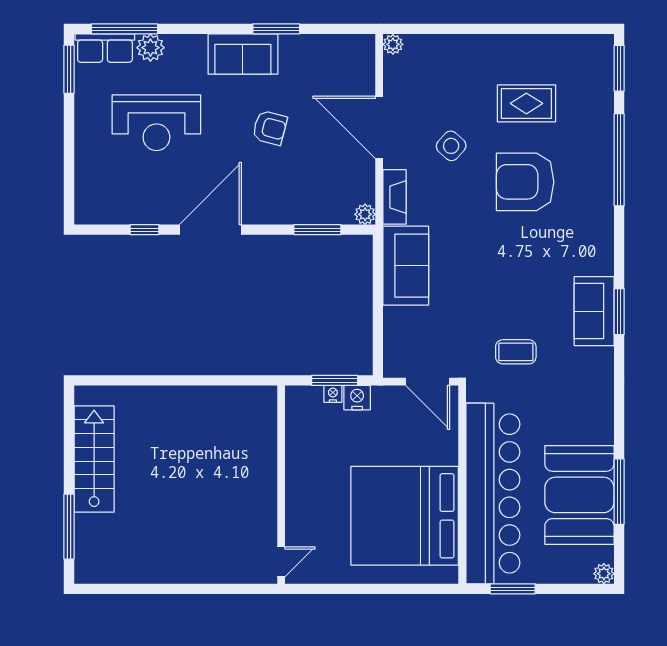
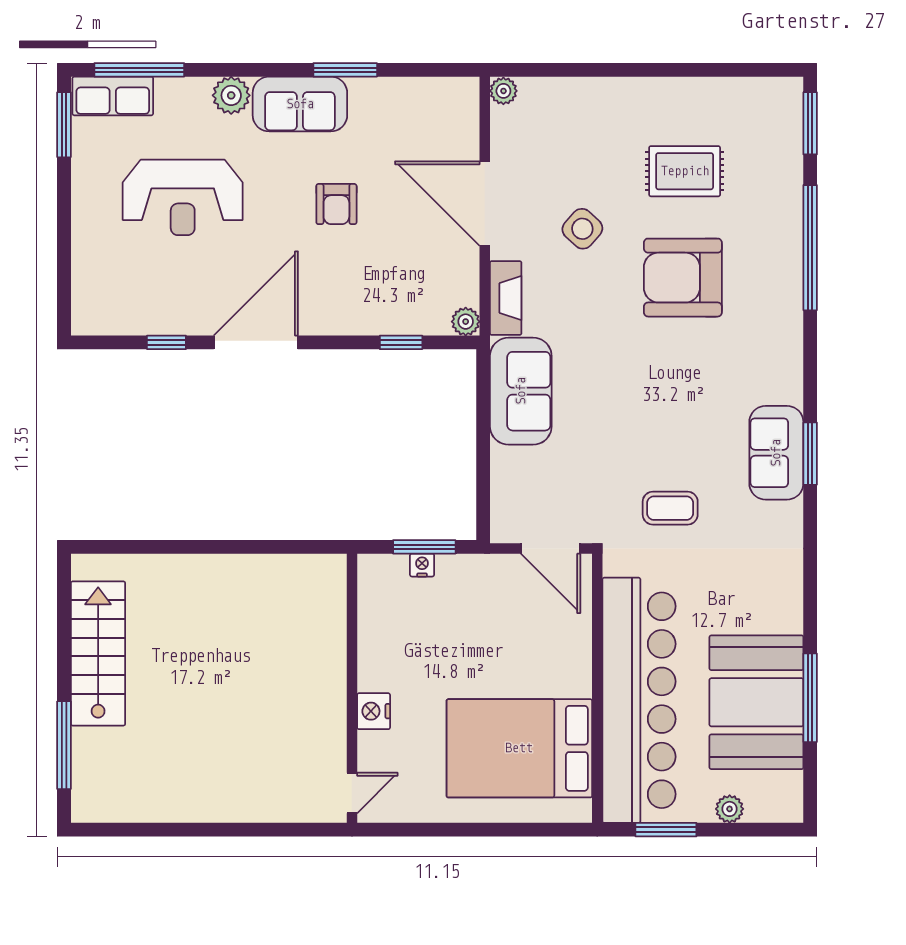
plant: (150, 48) -> (231, 95), moved
armchair: (270, 128) -> (336, 204), turned 75
window: (317, 230) -> (401, 342), width x0.67
nightstand: (357, 398) -> (374, 711), moved, turned -90
bed: (405, 516) -> (519, 748), width x0.73
plant: (604, 574) -> (730, 809), moved

